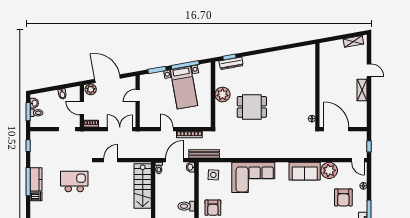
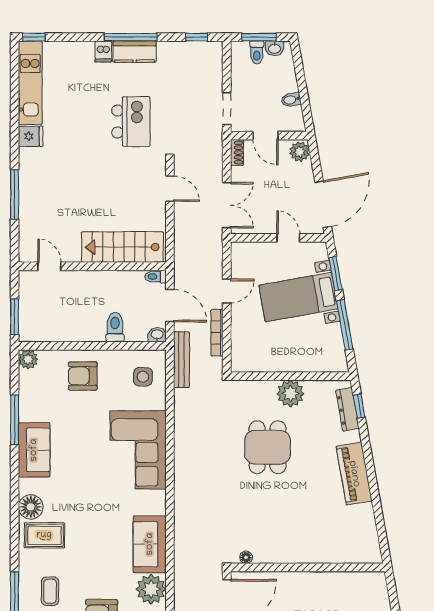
piano: (266, 60) -> (354, 474), added
door: (108, 79) -> (323, 204), moved
bed with nightstands: (184, 88) -> (298, 297), moved
door: (82, 108) -> (266, 136), swing flipped
toilet: (186, 206) -> (115, 327), moved

